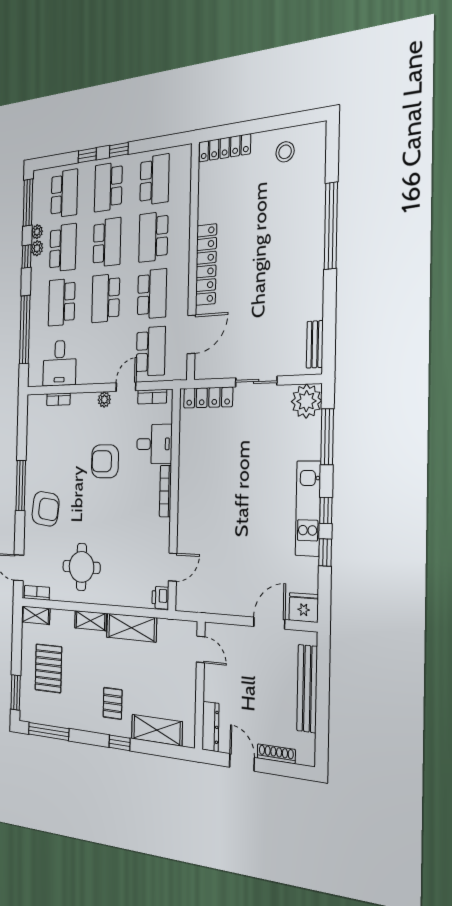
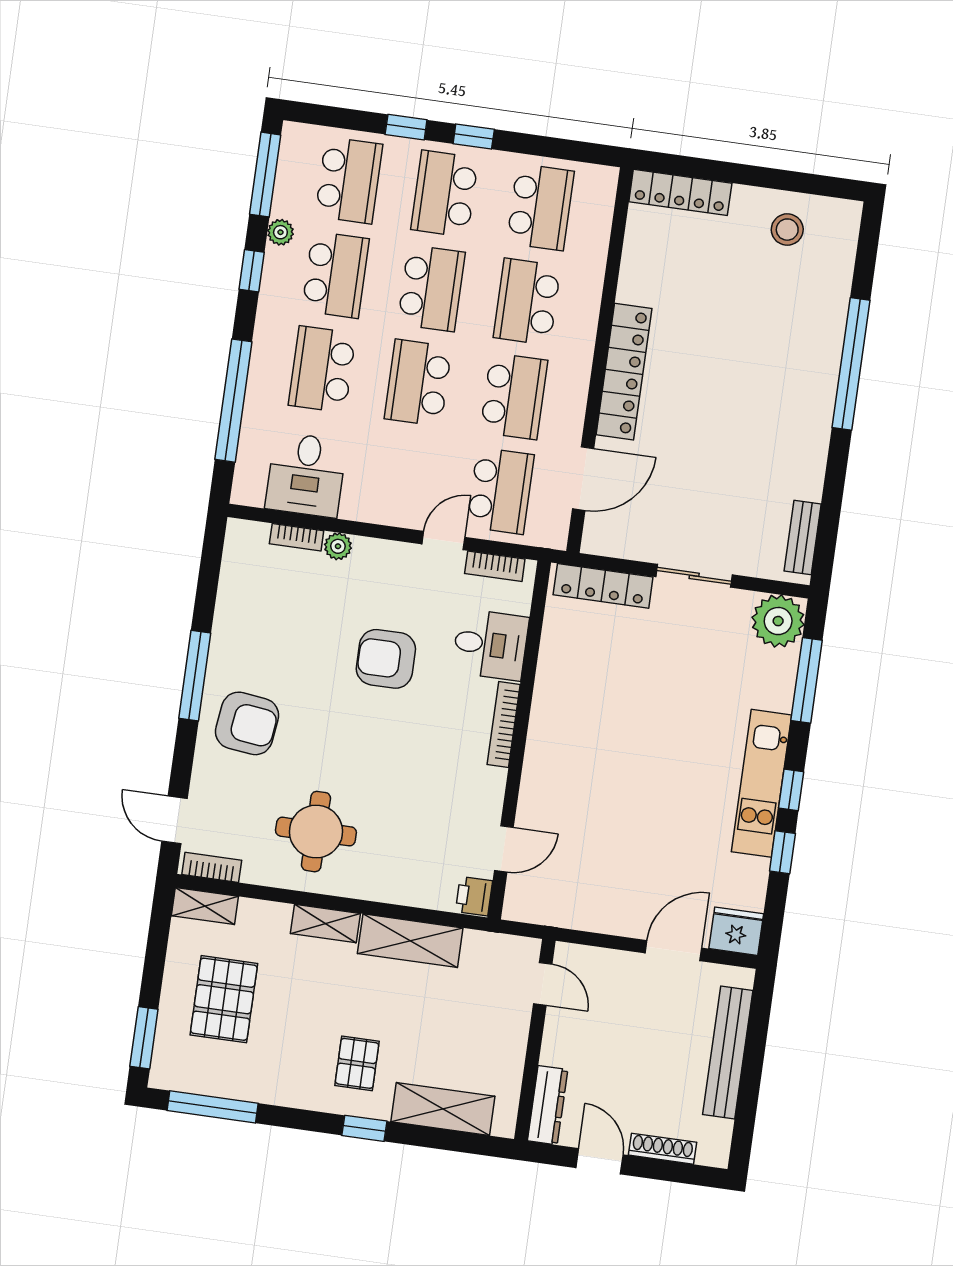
plant: (37, 248) -> (277, 262), removed
plant: (104, 400) -> (338, 546), moved

